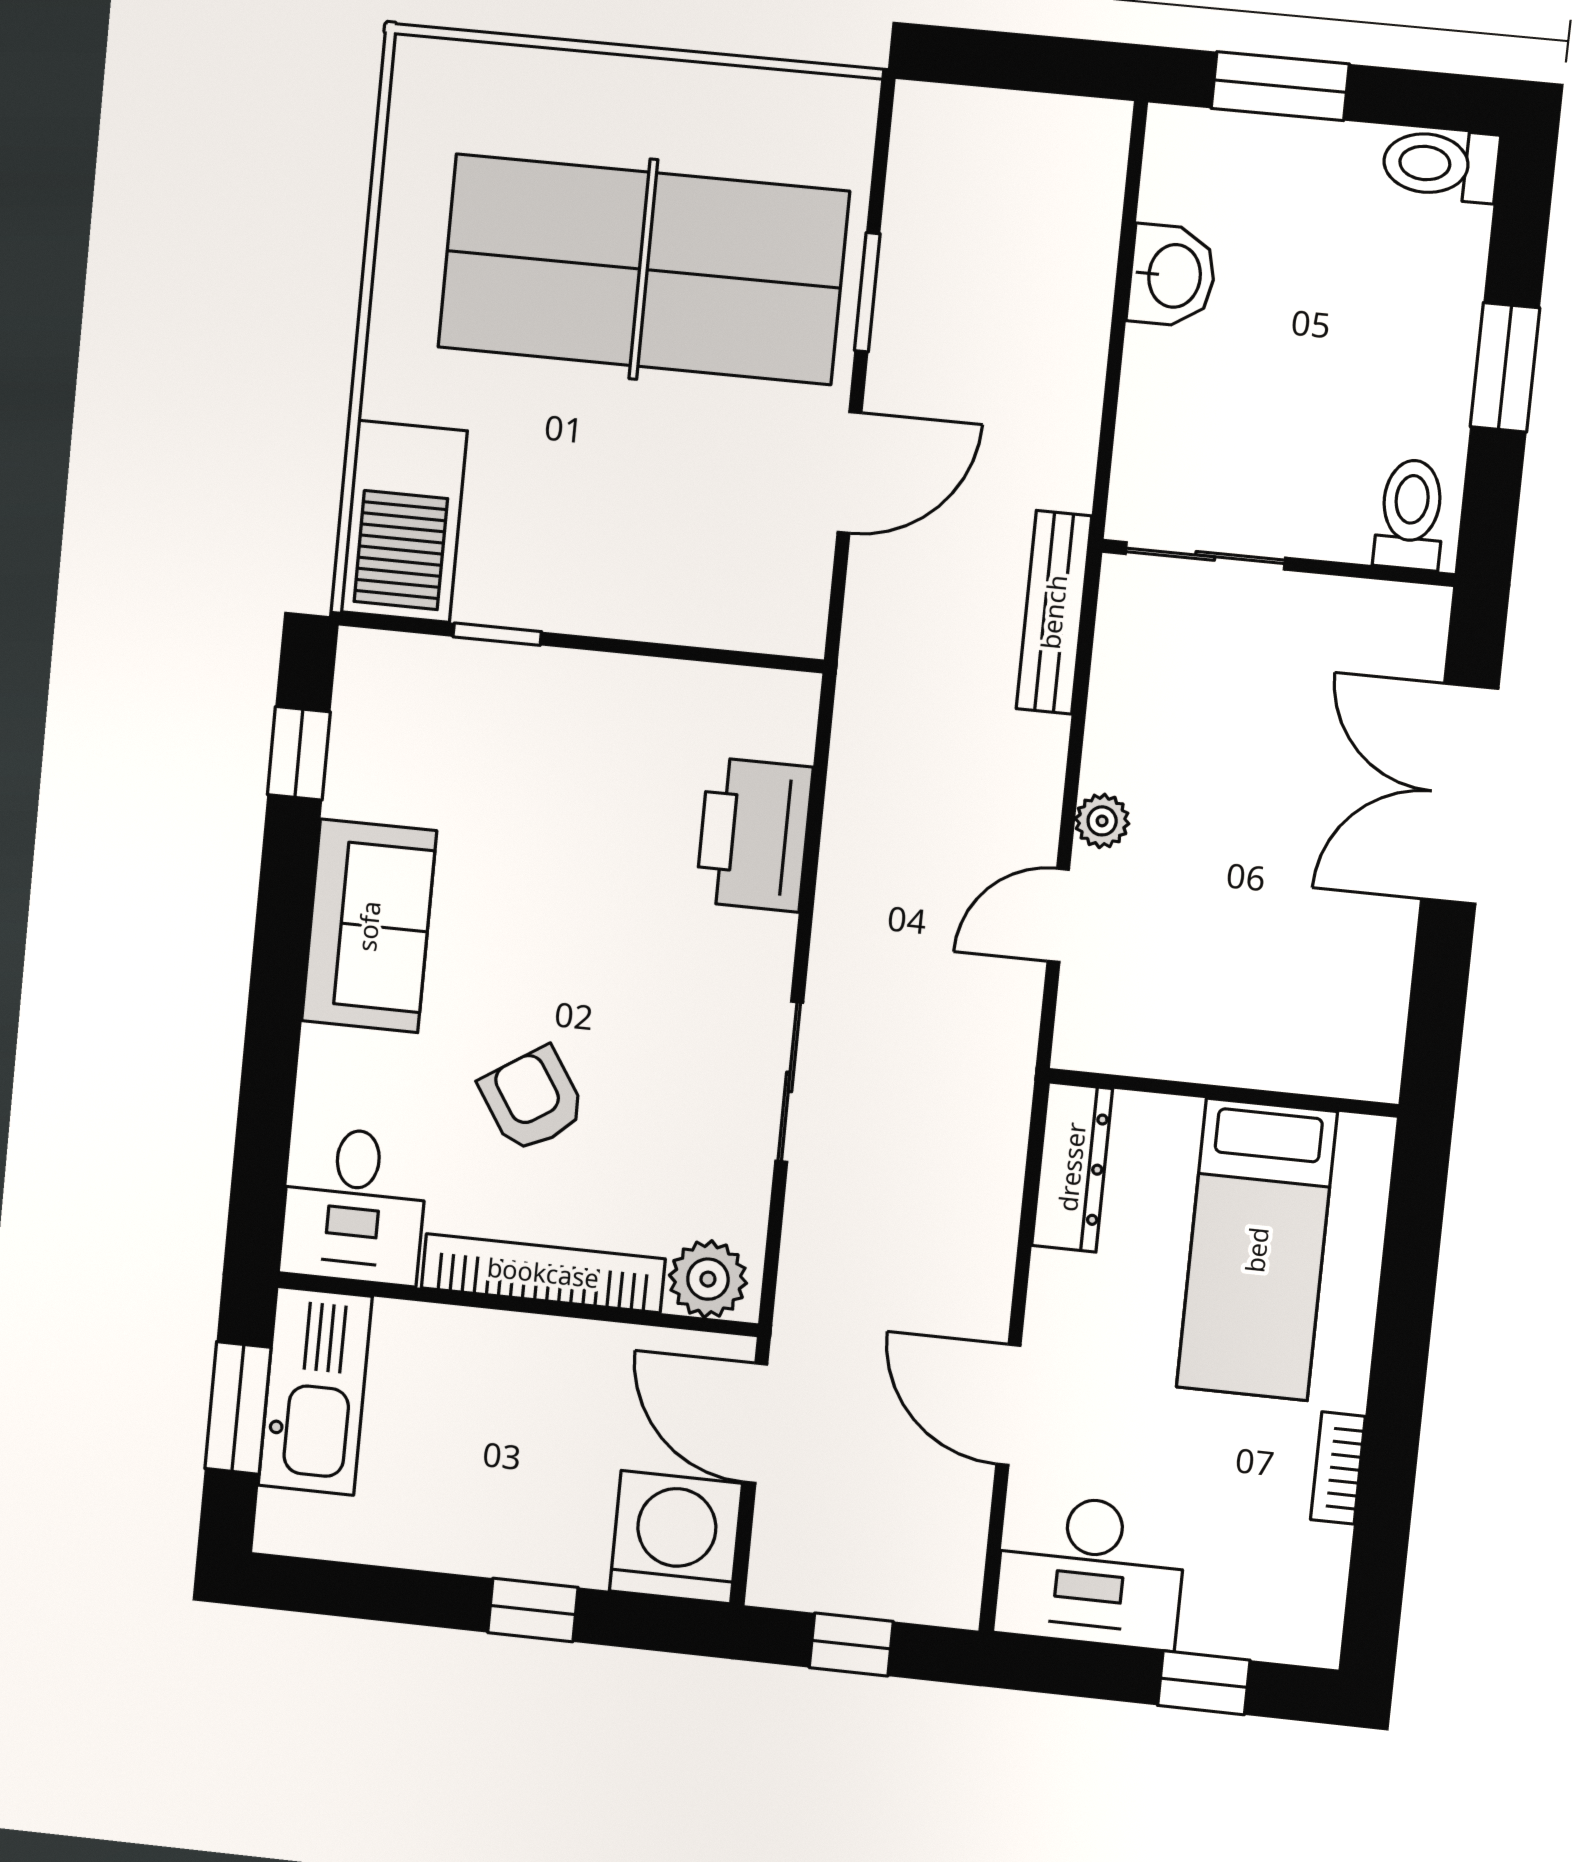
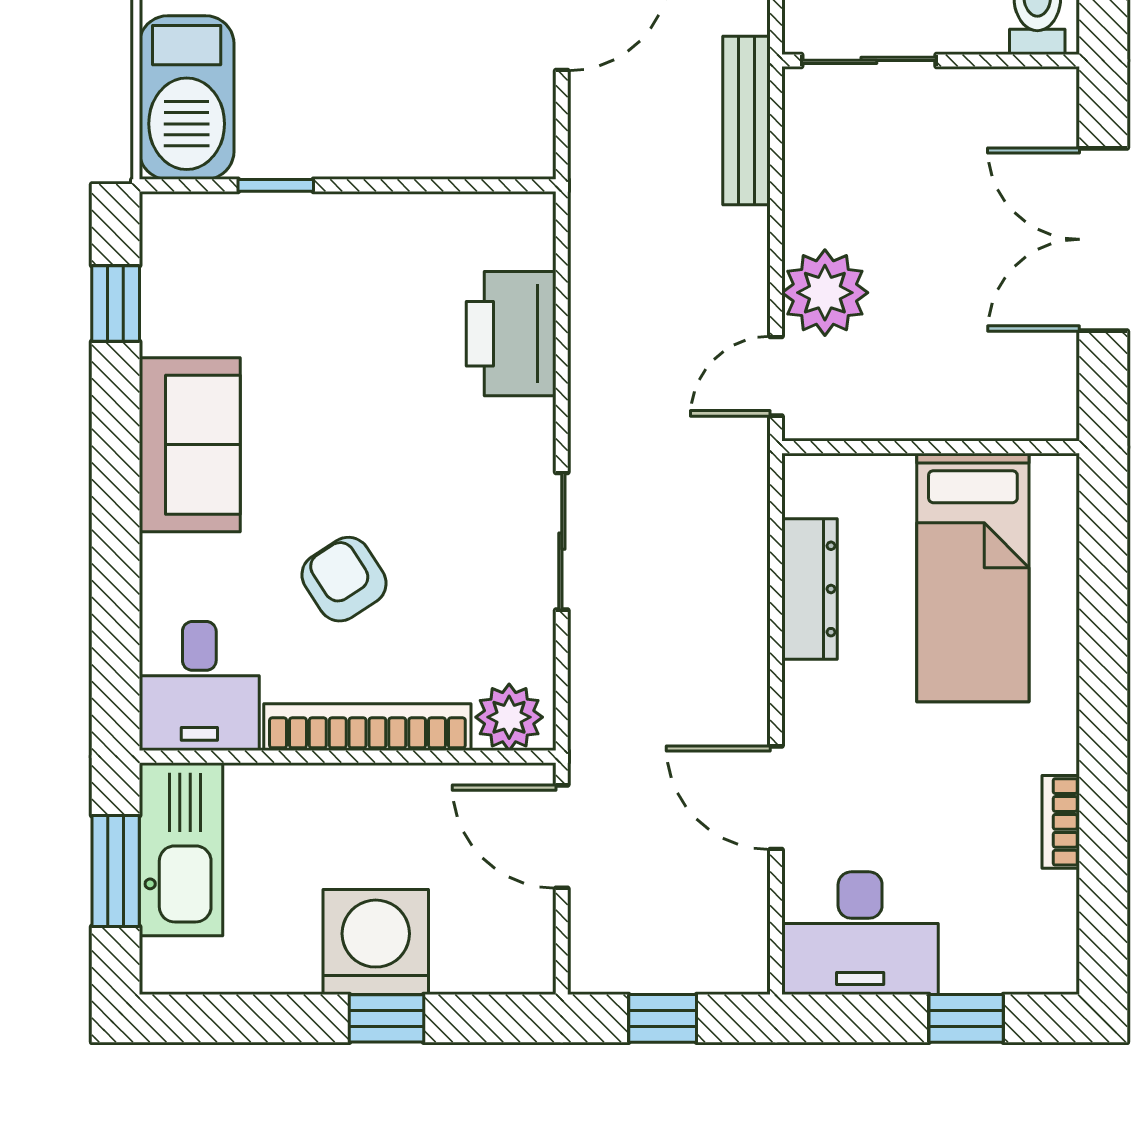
plant: (1102, 821) -> (825, 293), width x1.87, depth x1.87
wall: (1223, 1093) -> (931, 447), moved
bed: (1257, 1250) -> (973, 577), moved
washing machine: (676, 1537) -> (376, 942), moved

